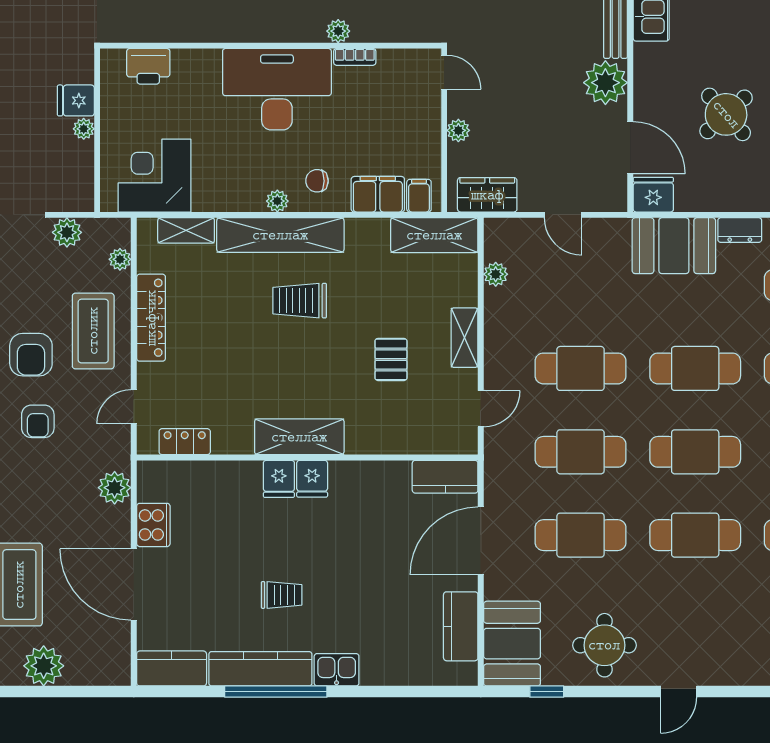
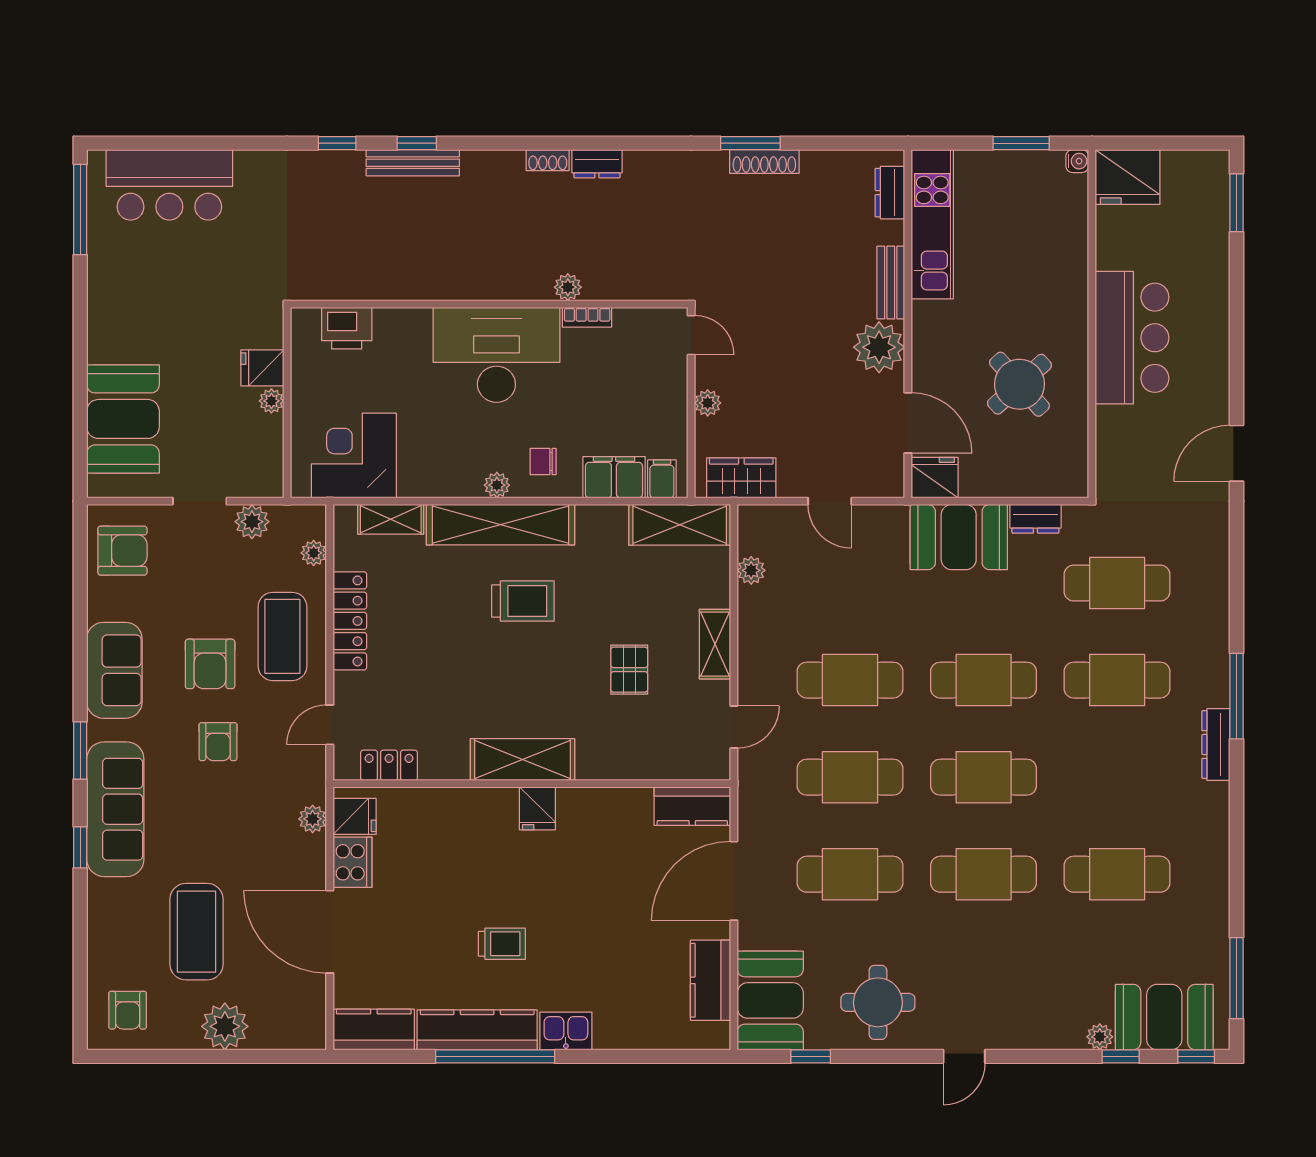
trolley: (300, 301) -> (523, 601), turned 180
fridge: (279, 479) -> (355, 816), moved, turned -90
plant: (115, 488) -> (313, 819), width x0.73, depth x0.73

